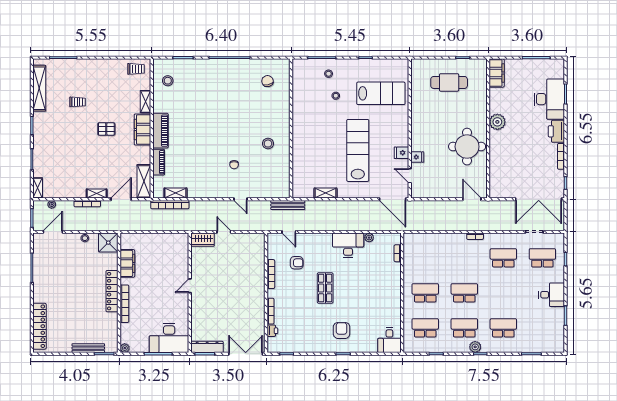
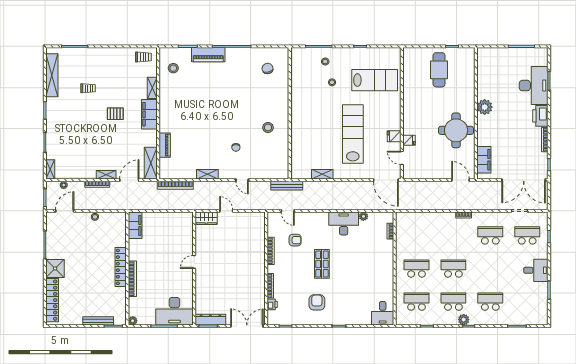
filing cabinet: (497, 73) -> (484, 160), moved
cafe table: (449, 82) -> (439, 70), turned 90
piano: (160, 131) -> (208, 55), moved, turned 90
shelving: (175, 193) -> (207, 174), moved
shower: (108, 243) -> (55, 268), moved
filing cabinet: (127, 263) -> (135, 226), moved
armchair: (342, 330) -> (317, 302), moved

